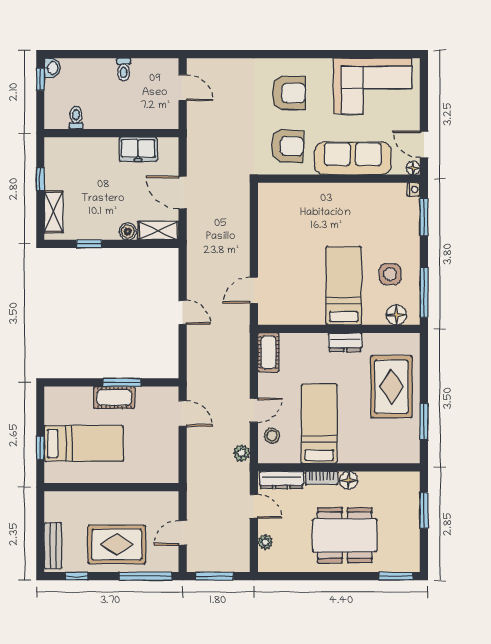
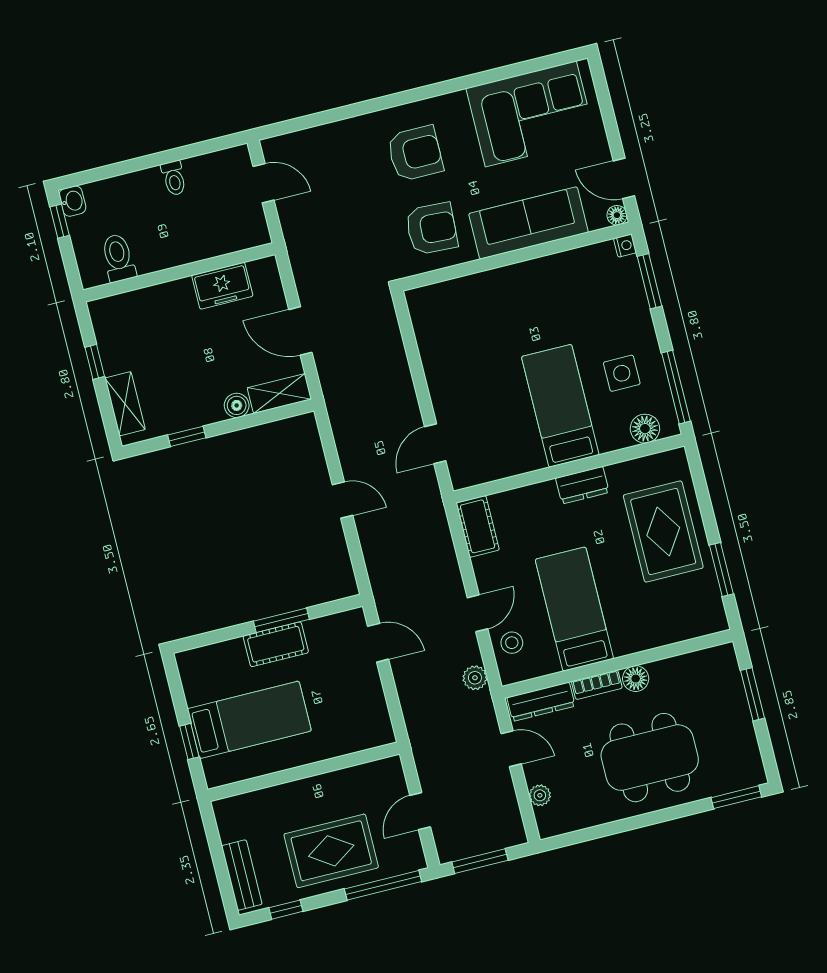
toilet: (76, 118) -> (118, 258), width x1.37, depth x1.39

